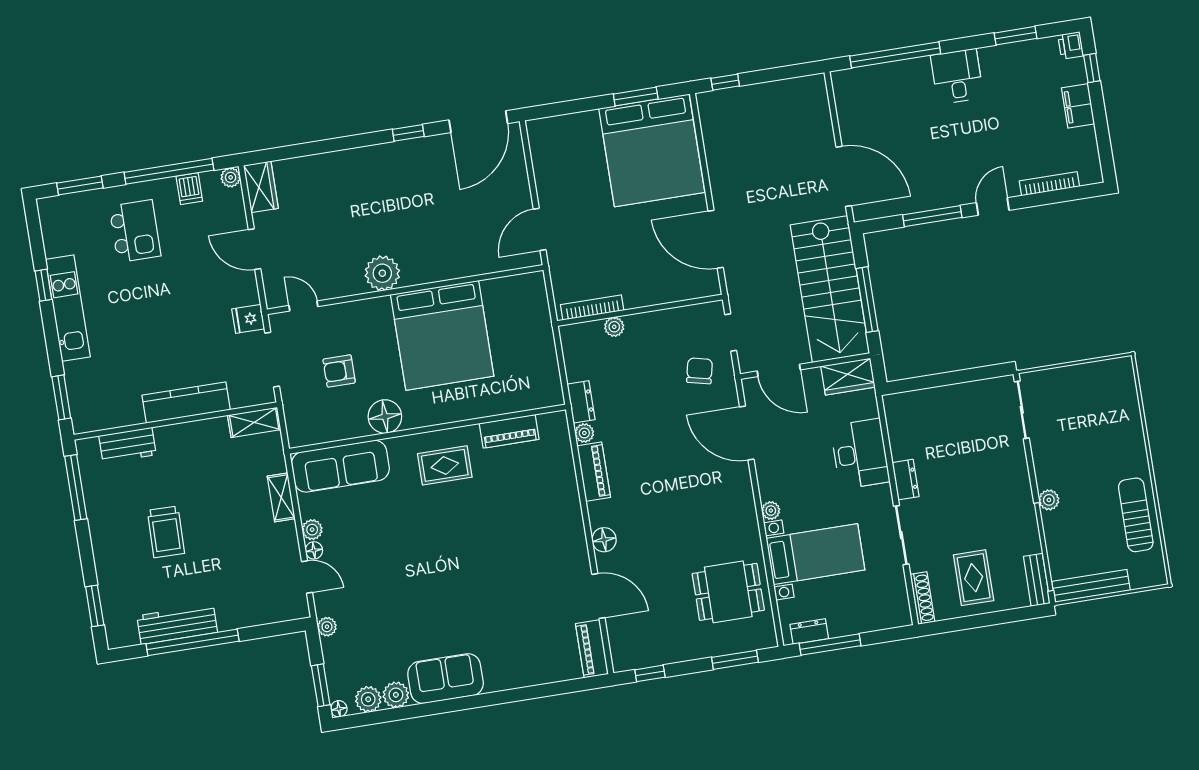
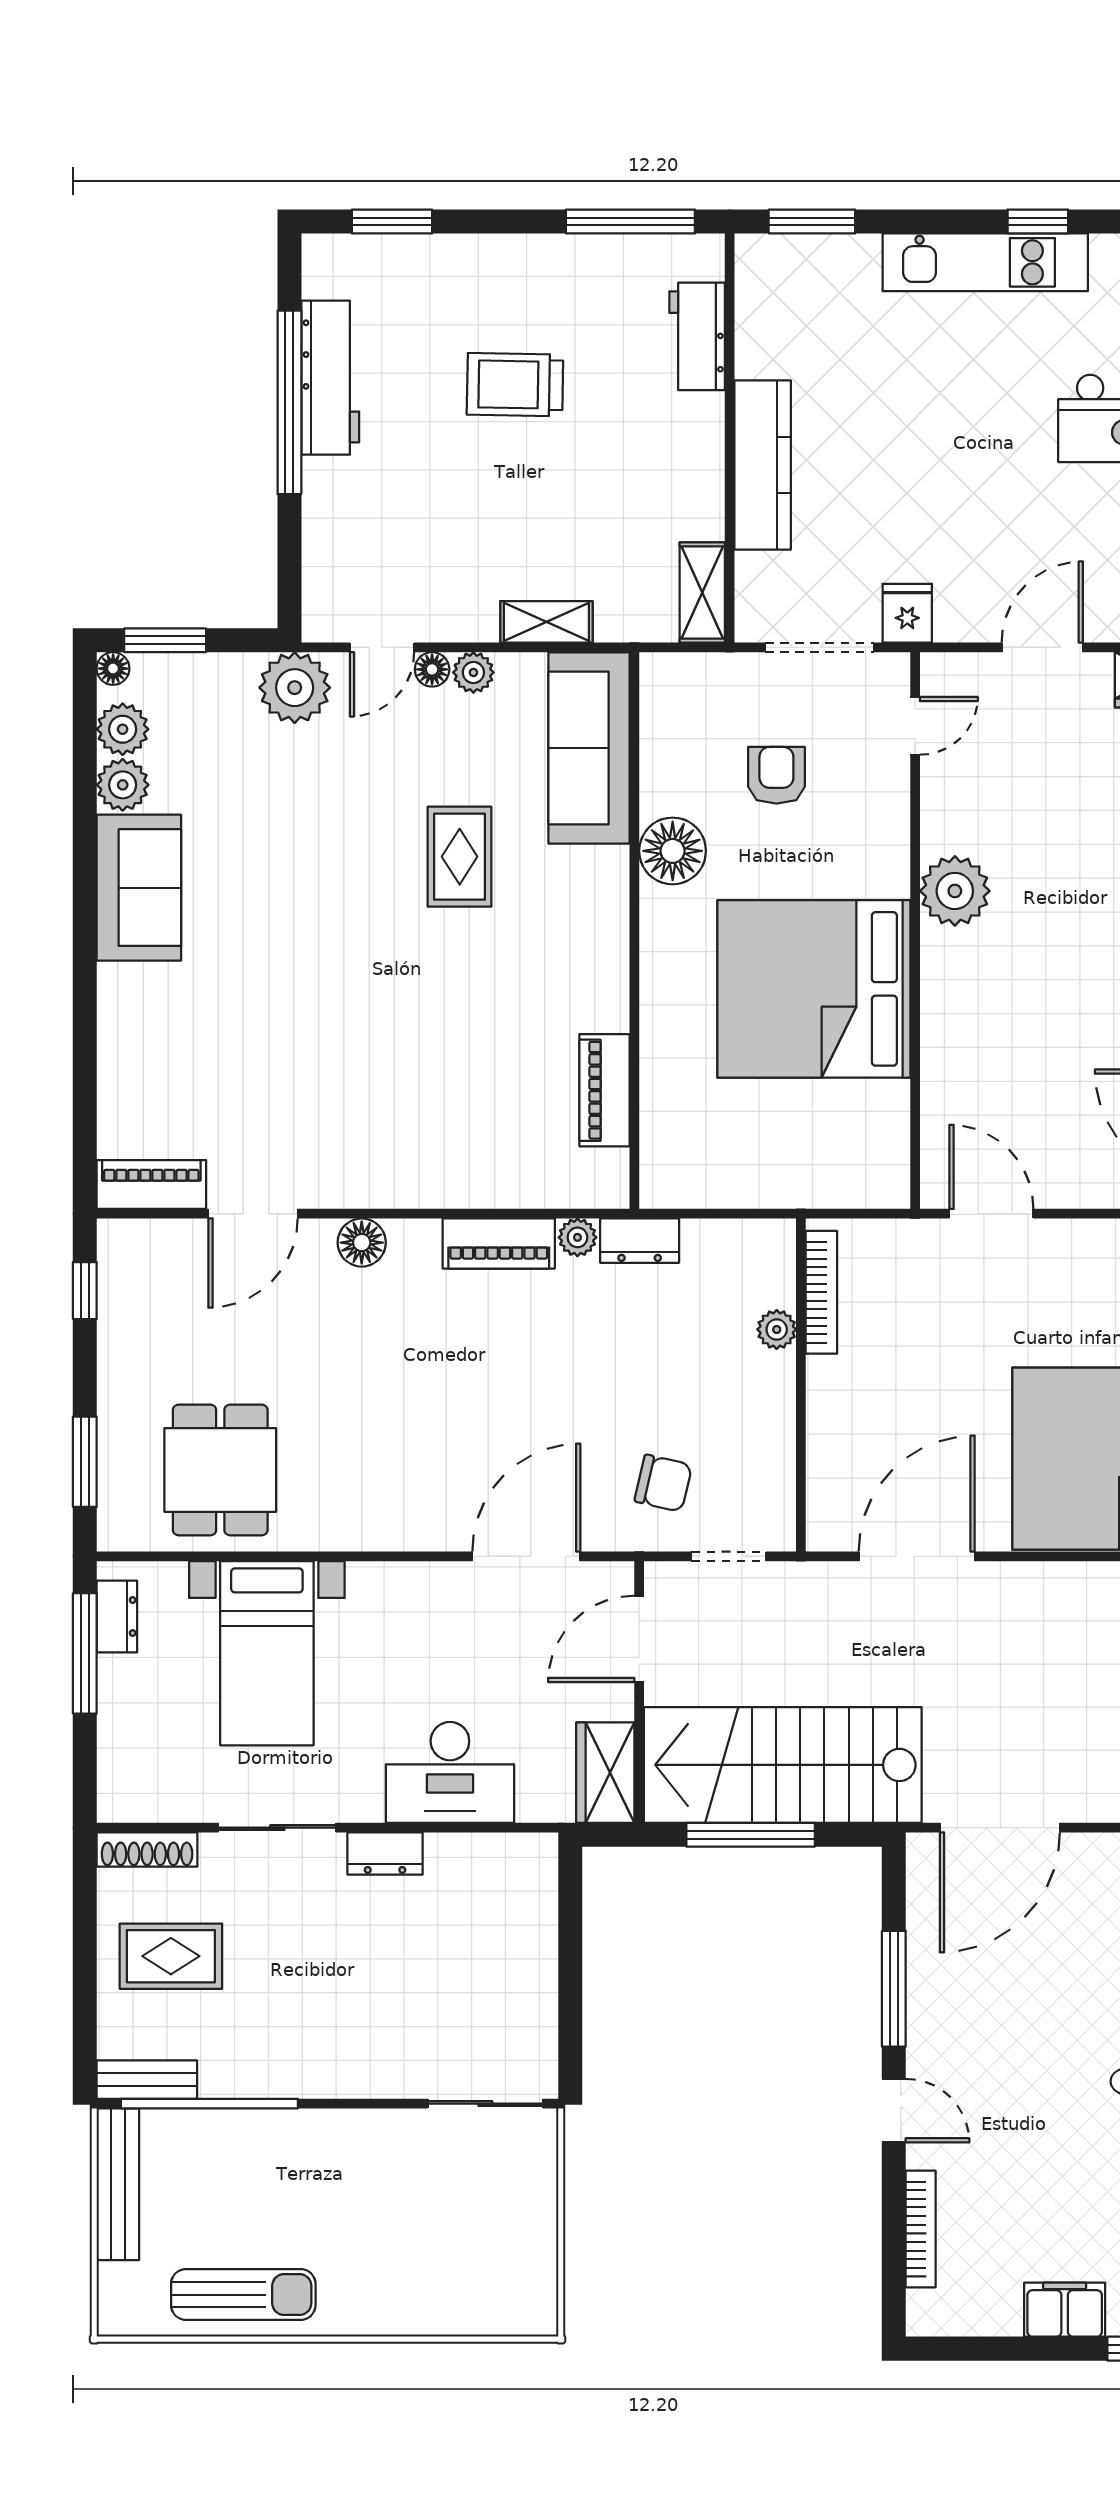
rug: (445, 465) -> (460, 857), moved
plant: (1049, 500) -> (300, 2129), removed
plant: (771, 511) -> (367, 1579), removed
plant: (327, 627) -> (295, 688), width x1.87, depth x1.87

